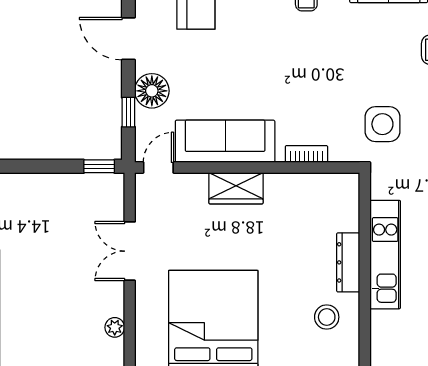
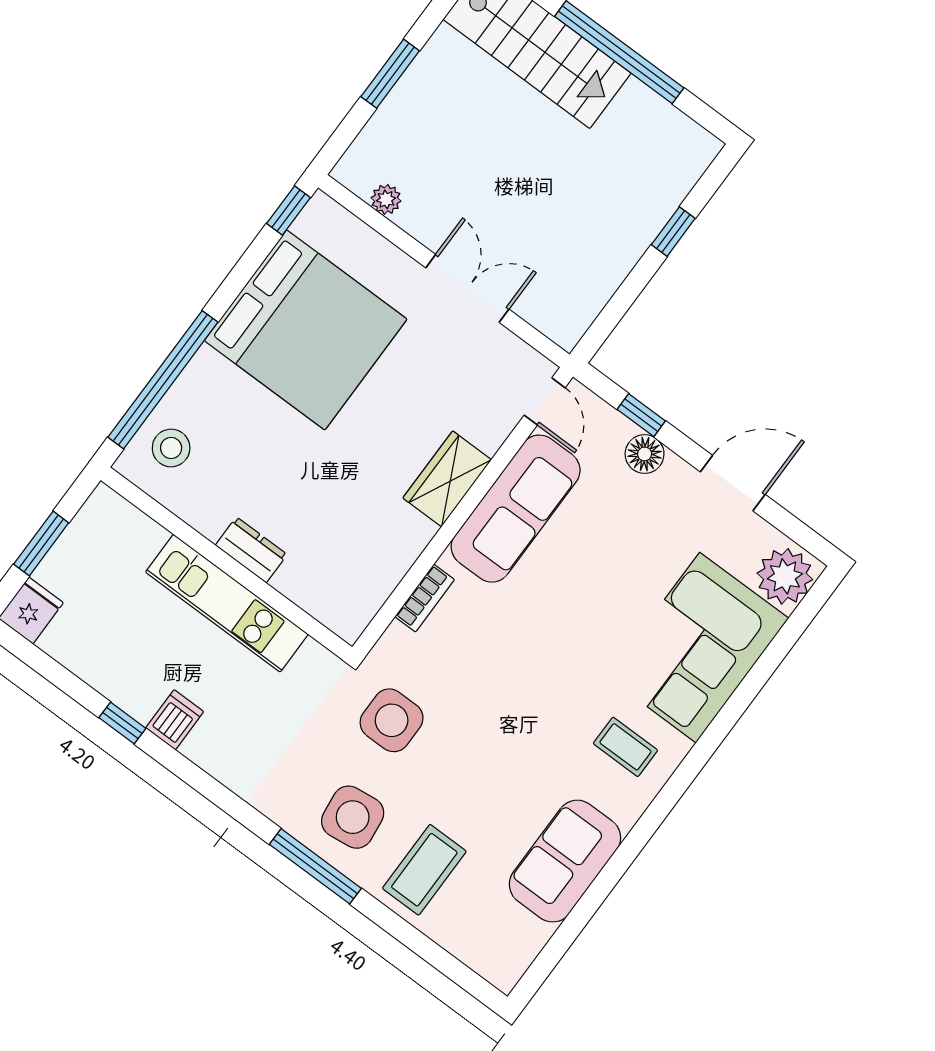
floor lamp: (152, 91) -> (645, 454), width x0.73, depth x0.73
window: (99, 166) -> (673, 232), moved
dresser: (348, 262) -> (251, 550), width x0.70
stool: (327, 317) -> (171, 448), moved

